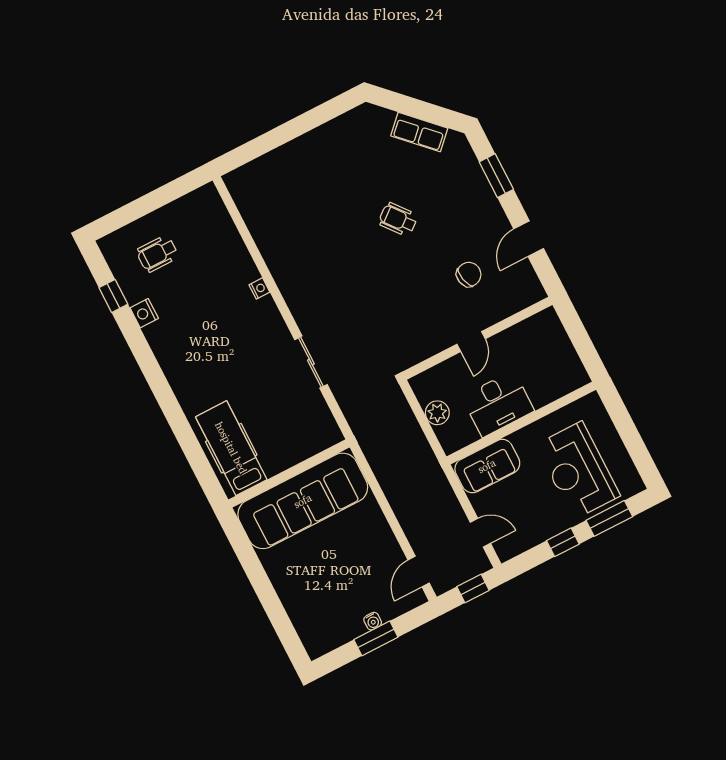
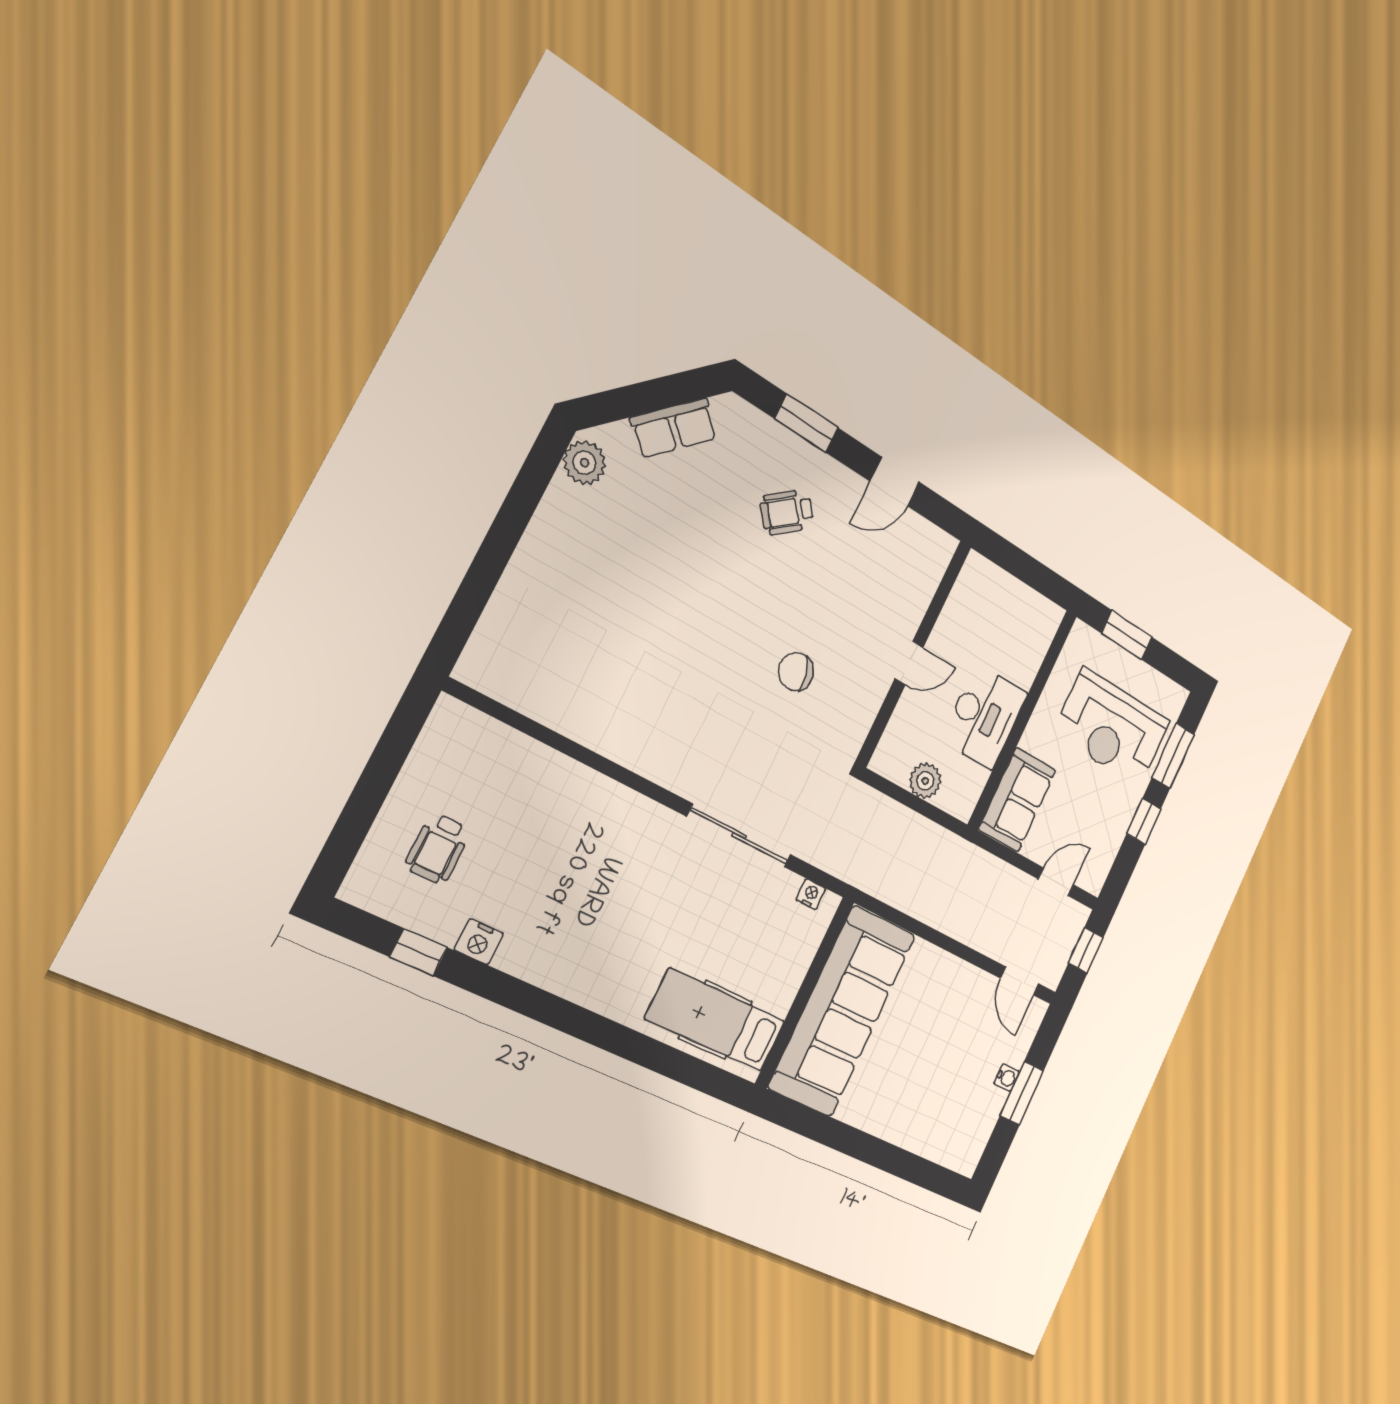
plant: (360, 120) -> (585, 463), added
wheelchair: (398, 219) -> (787, 512), moved
door: (529, 239) -> (895, 482), hinge flipped
chair: (469, 274) -> (796, 672), moved, turned -90
nightstand: (259, 288) -> (811, 894), moved
door: (471, 342) -> (909, 663), hinge flipped
sliding door: (311, 362) -> (739, 836), width x1.37
window: (624, 424) -> (1127, 635), added

